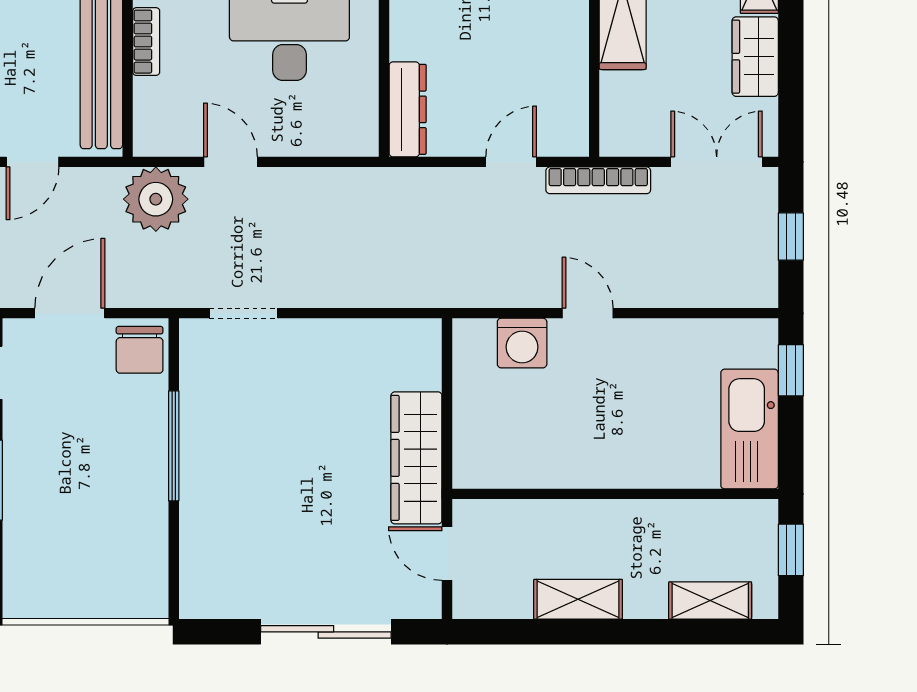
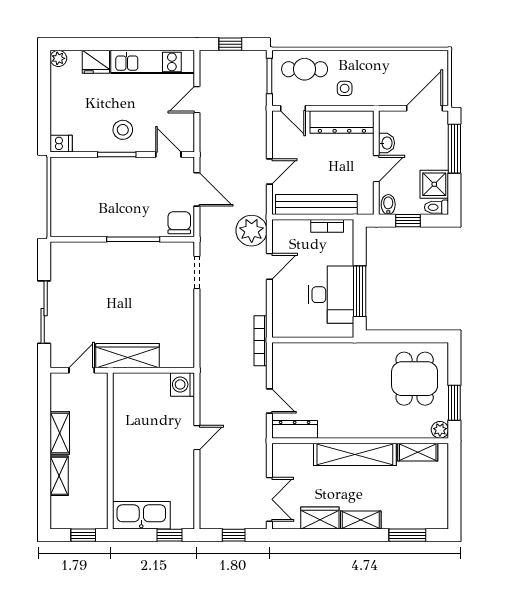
dresser: (408, 109) -> (295, 429), moved, turned 180
door: (33, 162) -> (269, 171), swing flipped
bookcase: (598, 180) -> (261, 341), moved
washing machine: (522, 343) -> (183, 384), moved
chair: (140, 350) -> (179, 223), turned 90
shelving: (710, 601) -> (59, 476), moved

